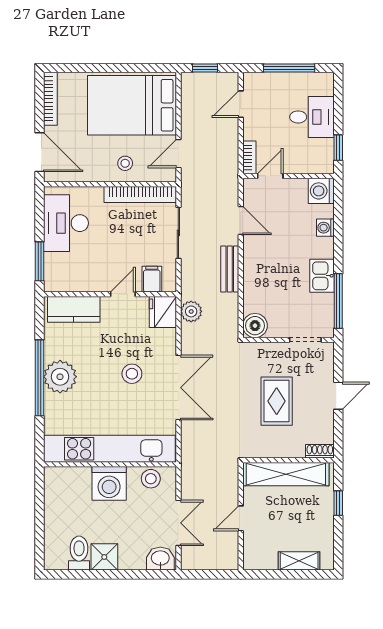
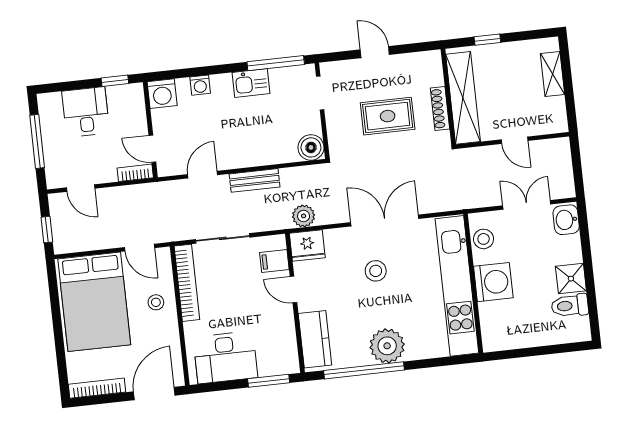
window: (39, 378) -> (364, 370), moved
shoe rack: (320, 451) -> (440, 109), moved, width x1.43

